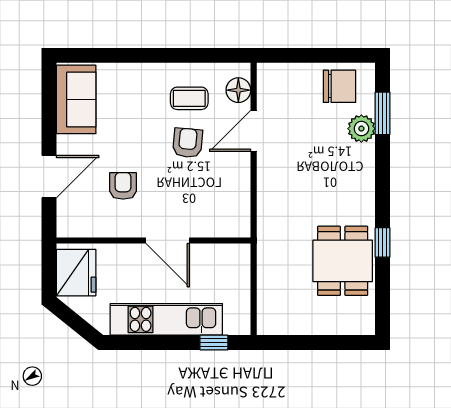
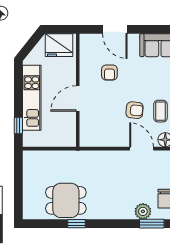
armchair: (123, 186) -> (109, 73), turned 90

